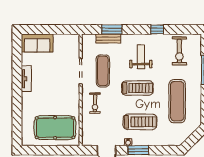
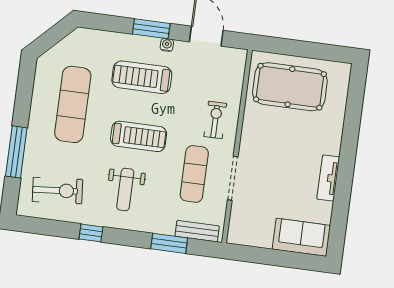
bench: (108, 39) -> (197, 231), moved
exercise bike: (179, 51) -> (58, 191), turned 85
treadmill: (137, 88) -> (139, 136), turned 180

